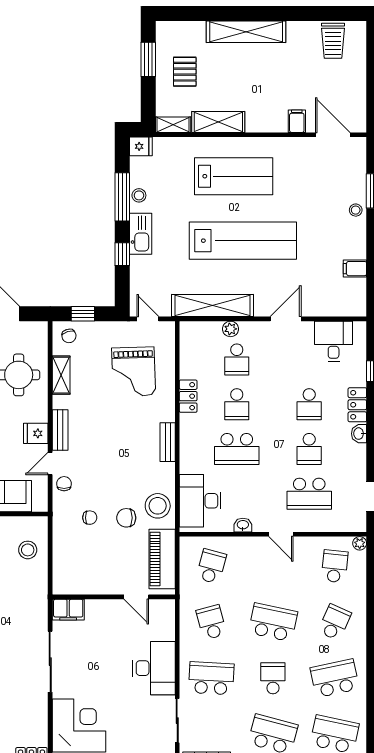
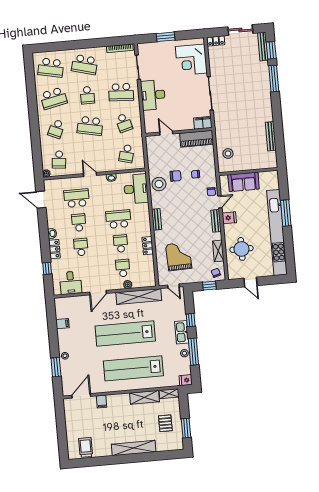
door: (333, 135) -> (81, 396), swing flipped
lab bench: (234, 176) -> (133, 368), width x1.36
piano: (162, 559) -> (197, 139), moved, turned 90

